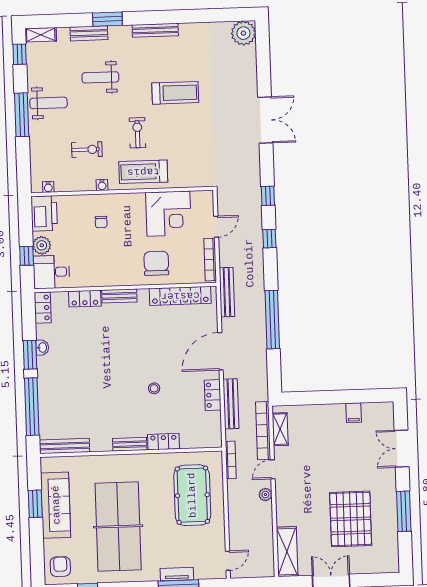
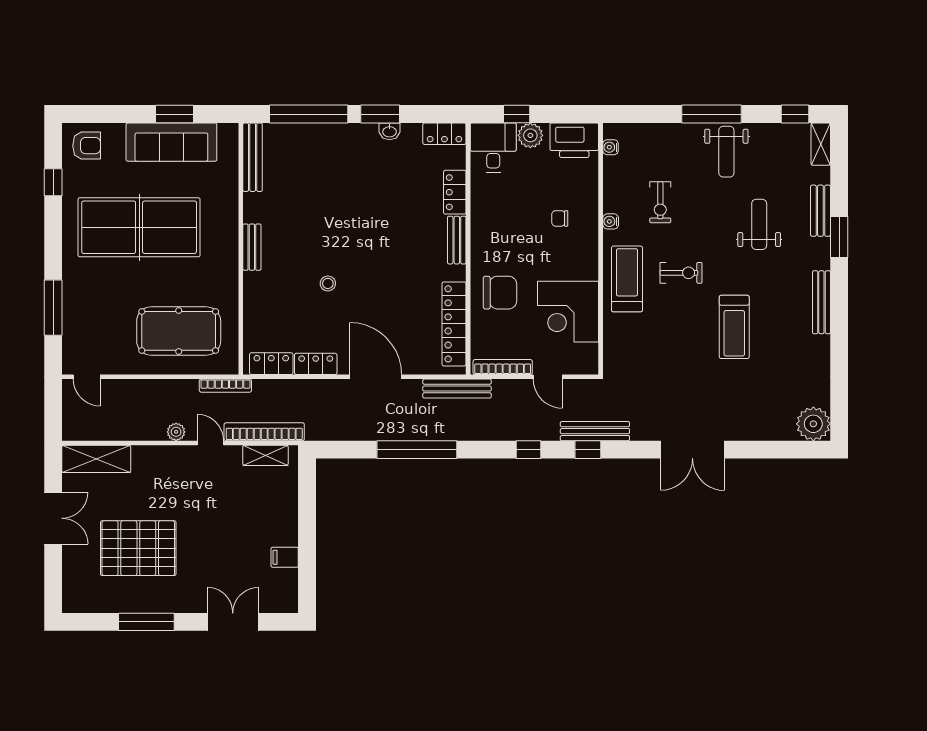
bench: (231, 404) -> (595, 431), moved
locker: (163, 442) -> (271, 364), moved, turned -90
tv unit: (177, 574) -> (71, 306), removed

